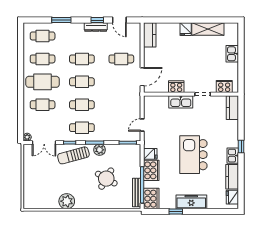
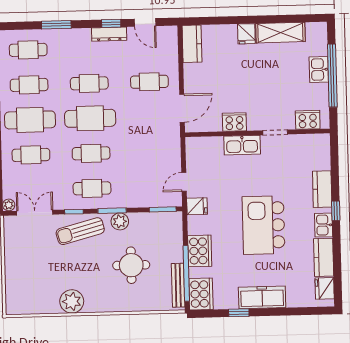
window: (241, 58) -> (332, 76), added
cafe table: (82, 82) -> (90, 118), width x1.37, depth x1.35
kitchen counter: (232, 108) -> (322, 189), moved
double door: (44, 143) -> (35, 213), swing flipped
fridge: (150, 154) -> (197, 206), moved
round table: (106, 179) -> (131, 265), turned -30

